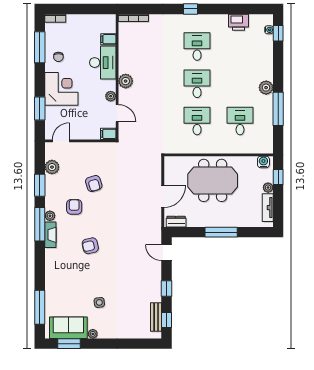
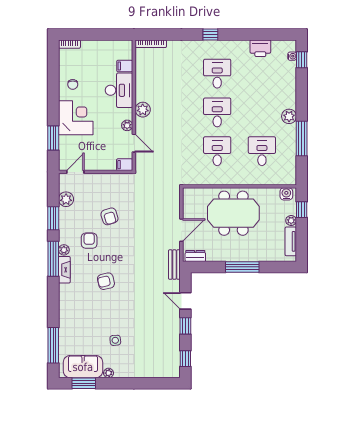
window: (40, 47) -> (53, 74), removed
door: (167, 253) -> (185, 301), moved
bench: (156, 317) -> (174, 265), moved

